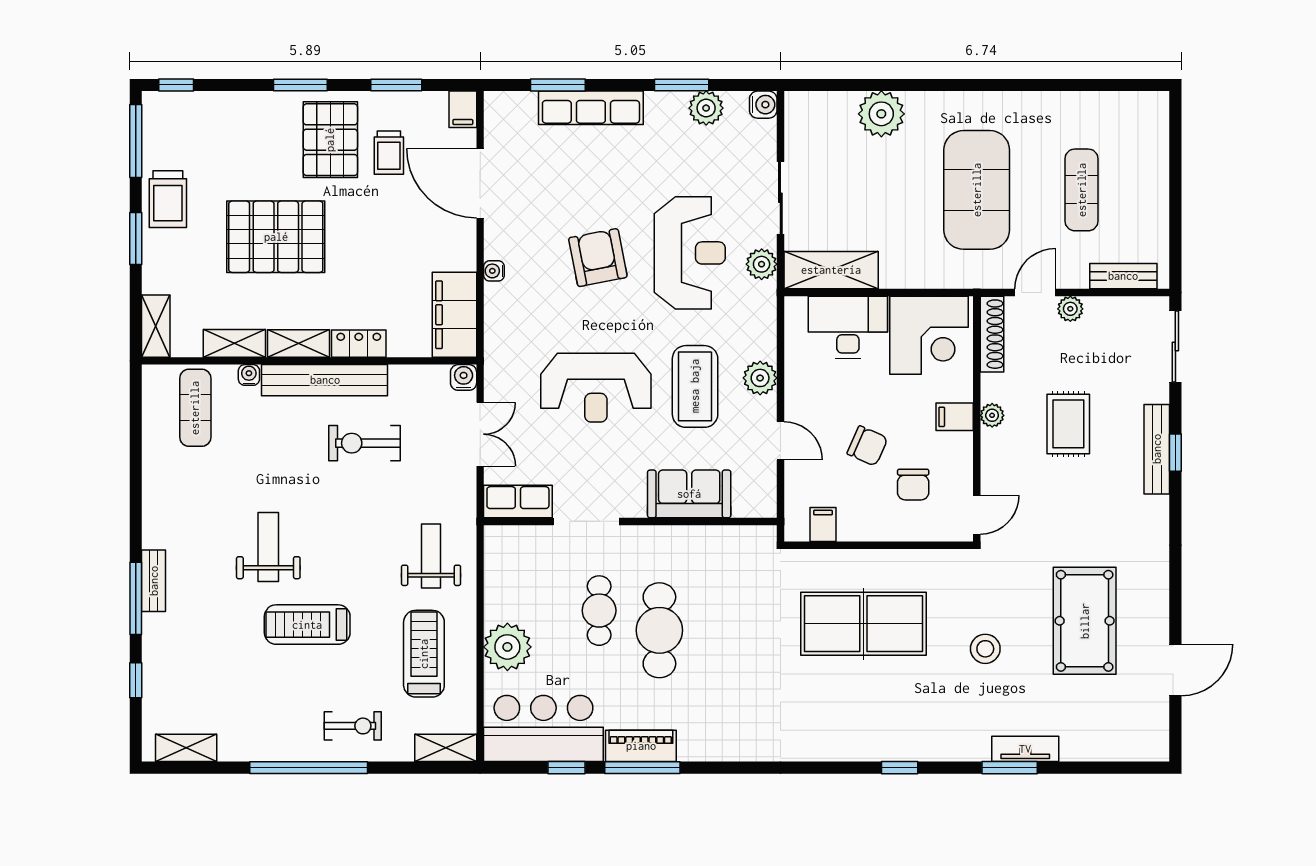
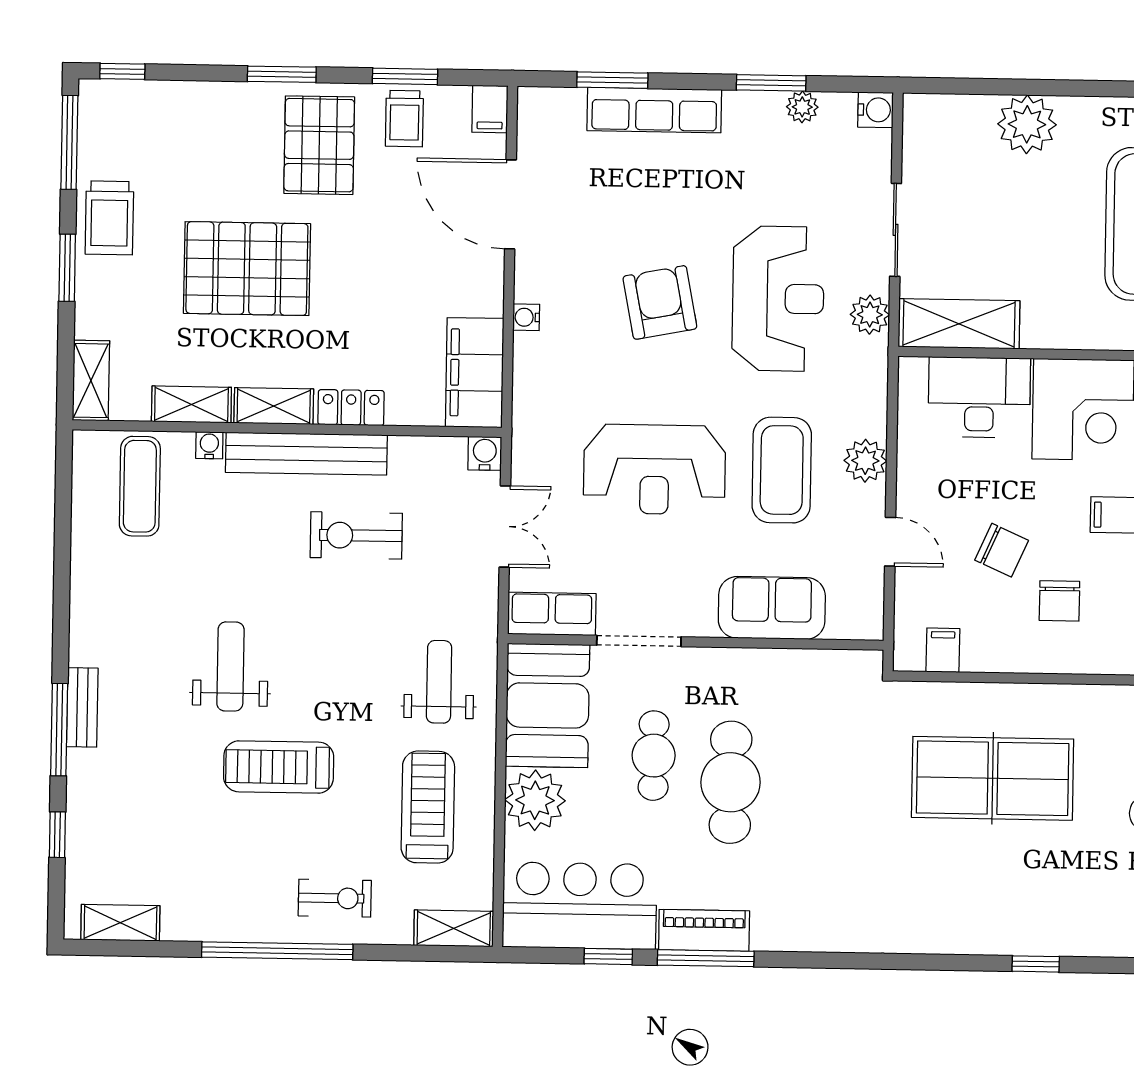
plant: (706, 108) -> (802, 107), width x0.73, depth x0.73
trolley: (389, 153) -> (404, 119), moved
booth: (516, 573) -> (548, 705), added

